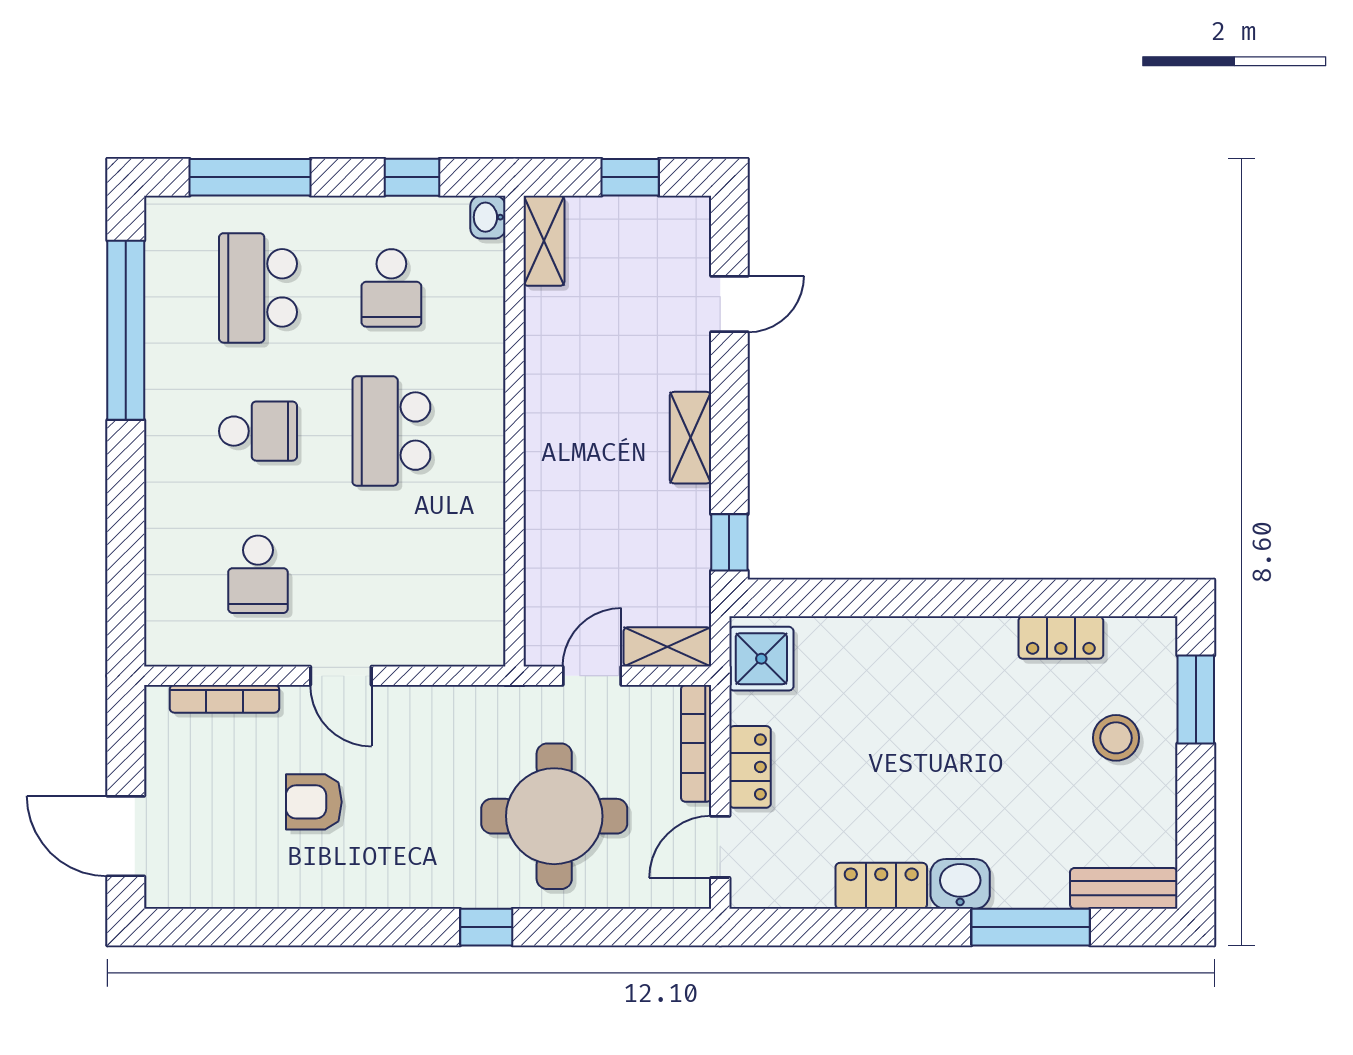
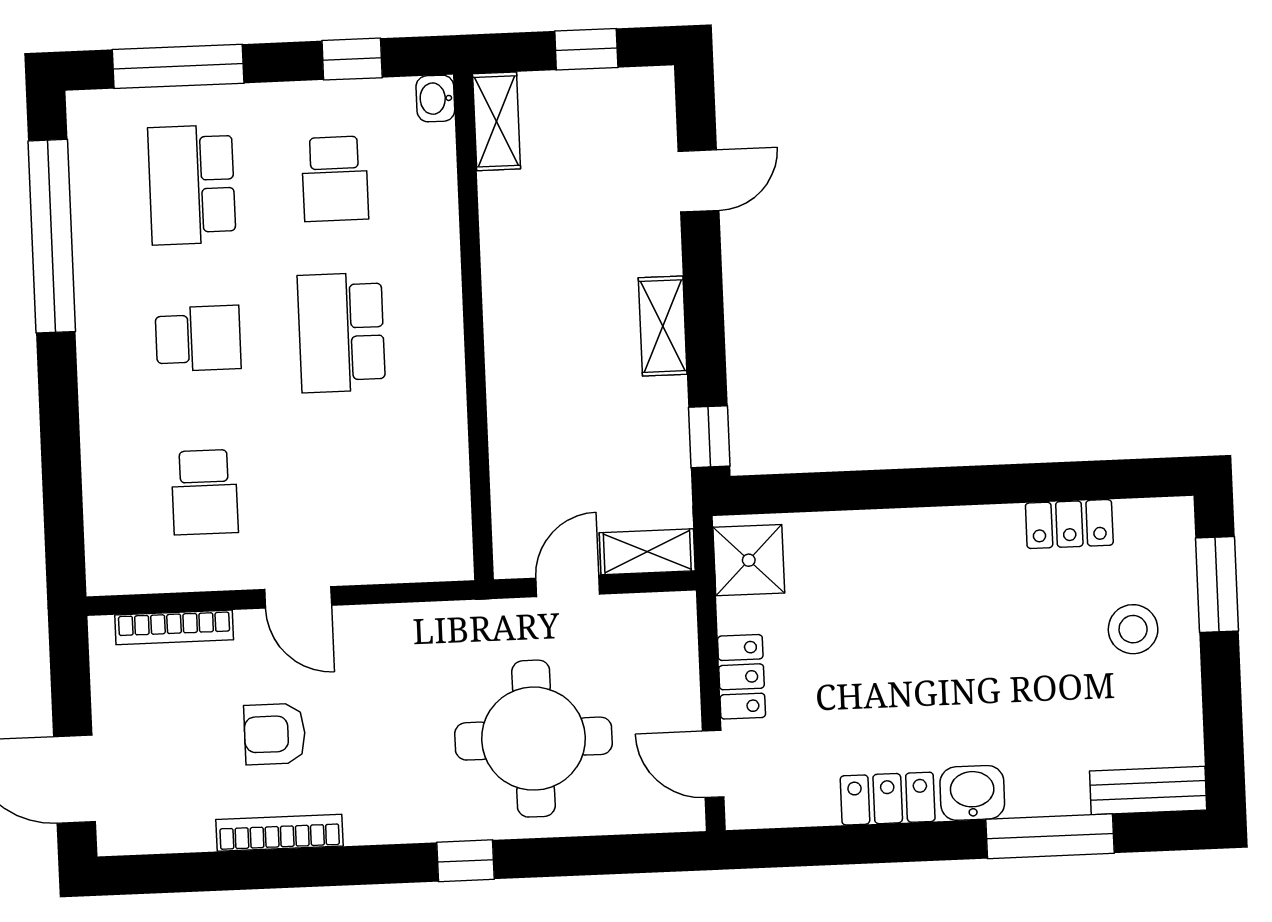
bookcase: (696, 743) -> (280, 833), moved, turned 90
door: (720, 847) -> (713, 764), hinge flipped

